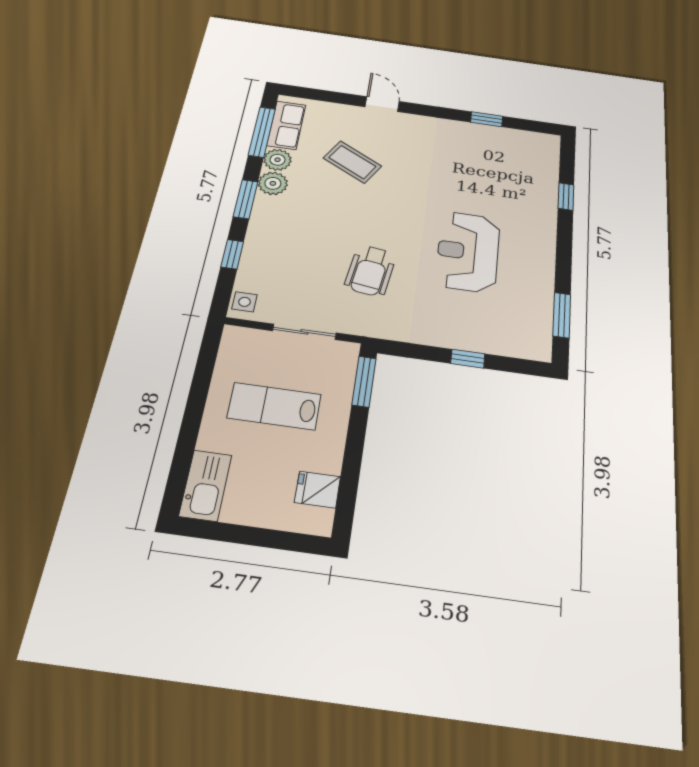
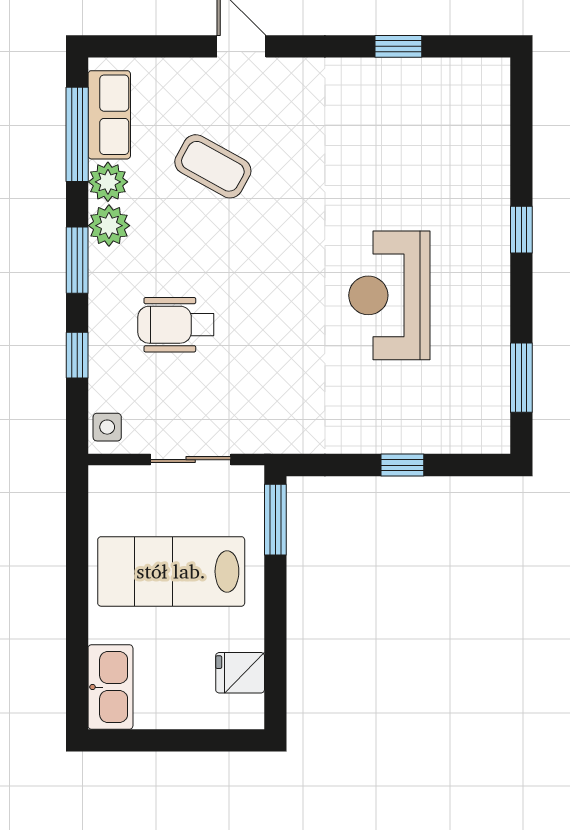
window: (566, 197) -> (521, 230), moved
wheelchair: (370, 271) -> (176, 325), moved, turned 82
lab bench: (274, 406) -> (171, 571), width x1.36, depth x1.39

